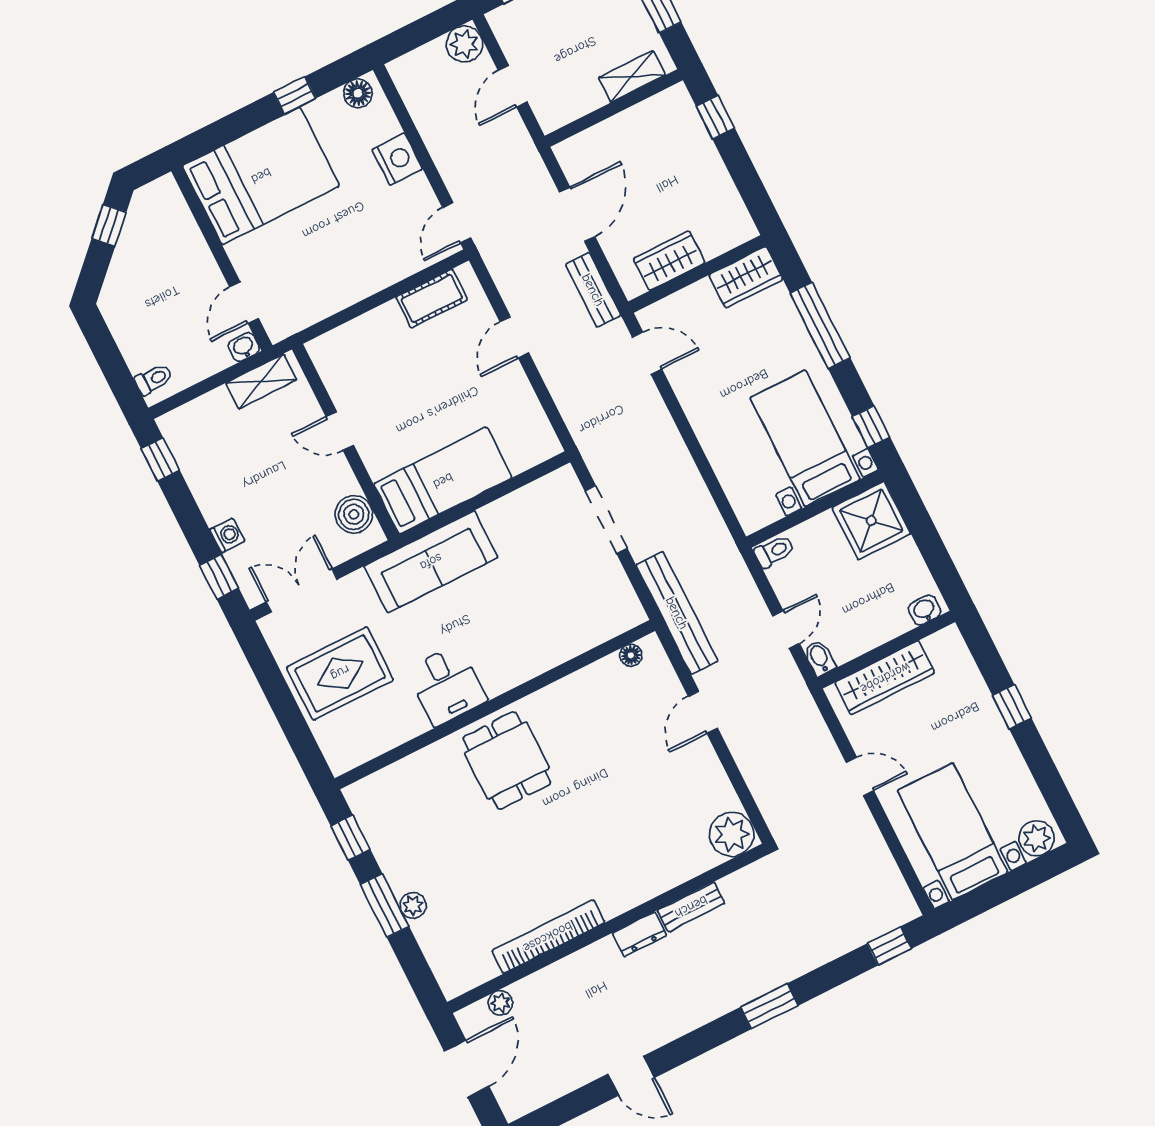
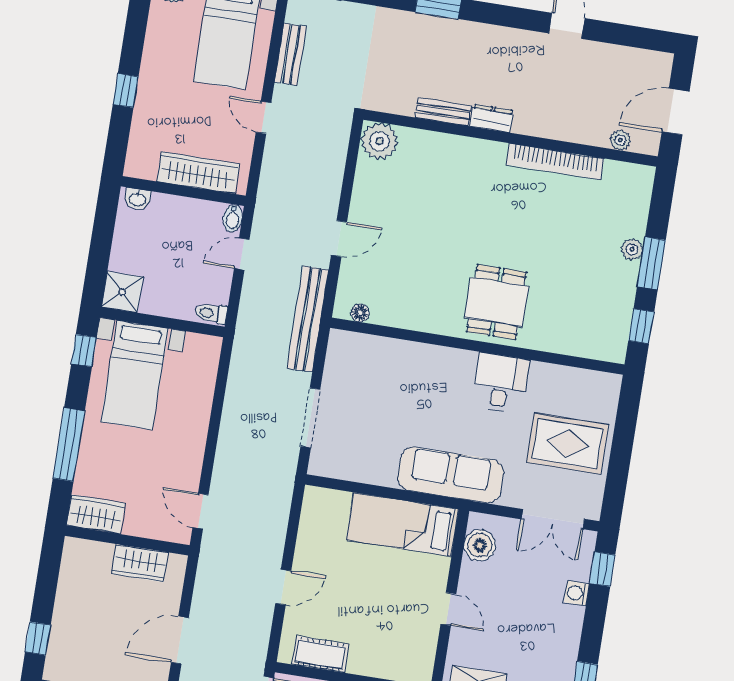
bench: (593, 290) -> (290, 54), moved
shower: (871, 521) -> (122, 292), width x0.73, depth x0.73

